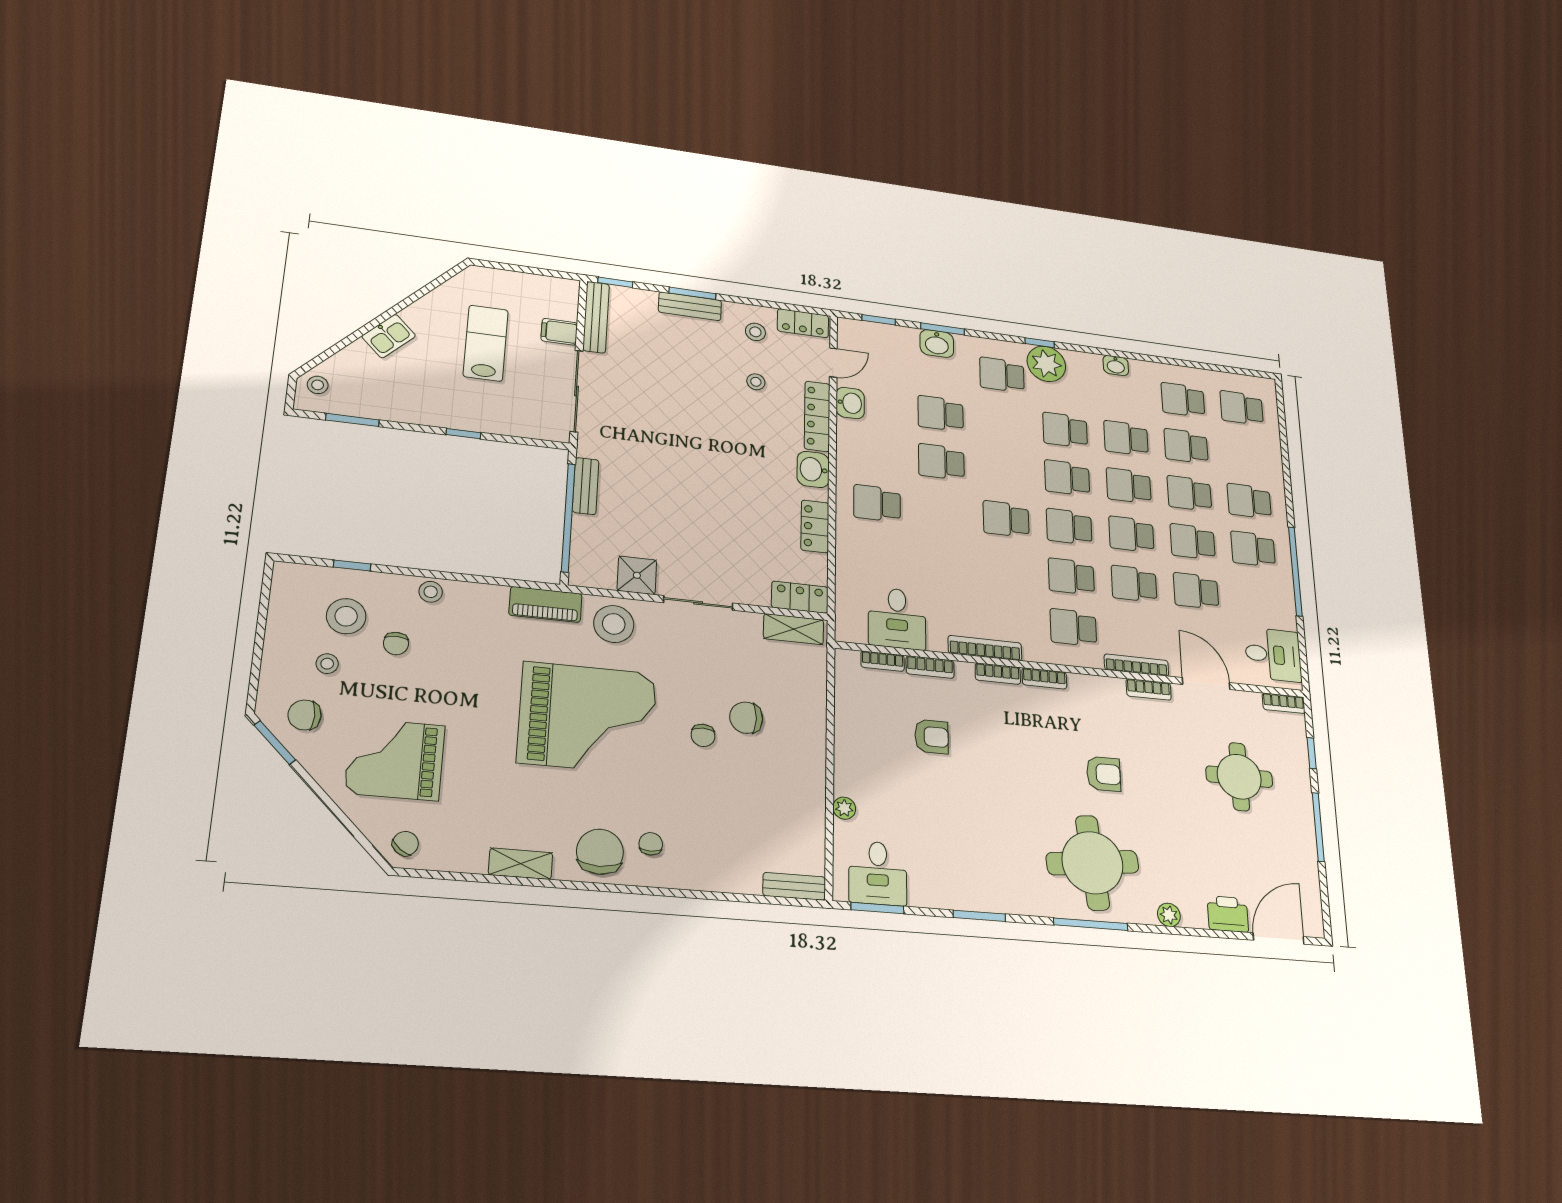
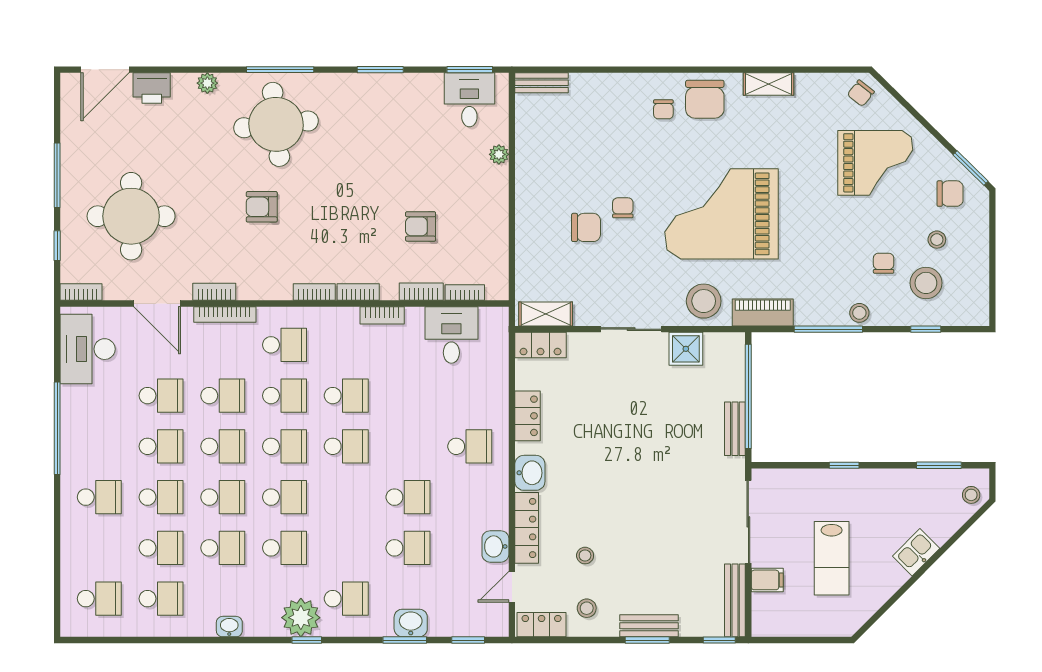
school desk: (1253, 549) -> (346, 396), moved
window: (469, 578) -> (828, 329), added
bookcase: (985, 648) -> (382, 315), width x0.64
desk: (1273, 655) -> (88, 349), width x1.37
round table: (1239, 777) -> (131, 216), width x1.36, depth x1.36

